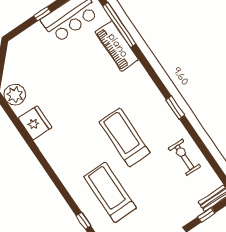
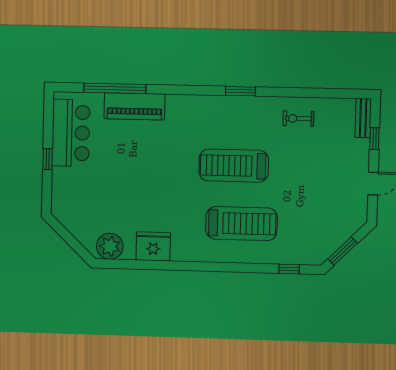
exercise bike: (184, 157) -> (298, 119), width x0.73, depth x0.72
treadmill: (110, 192) -> (242, 224), moved, turned 180

